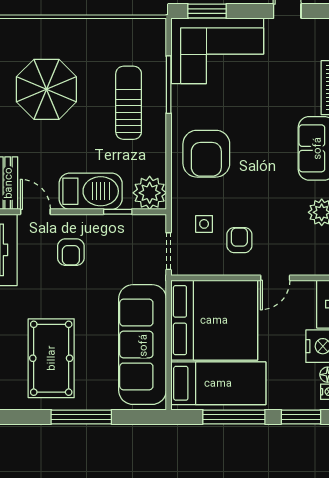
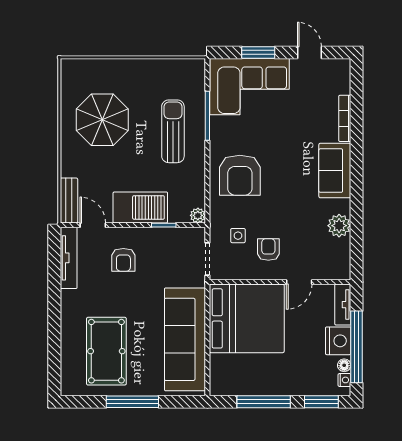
window: (207, 11) -> (258, 52), moved
plant: (150, 193) -> (198, 215), width x0.53, depth x0.53
bed: (218, 383) -> (250, 373), removed

